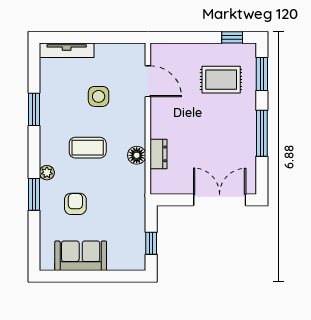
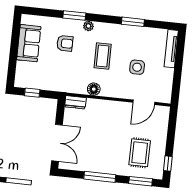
dresser: (158, 154) -> (75, 102), moved

